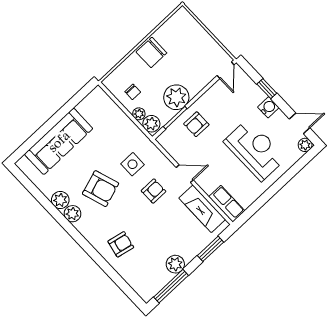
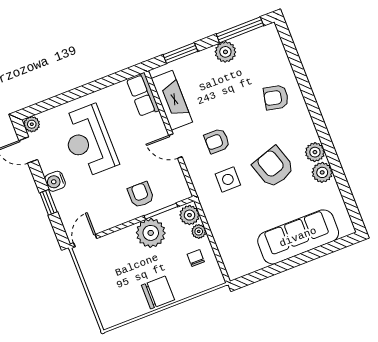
armchair: (196, 124) -> (141, 195), turned -90

